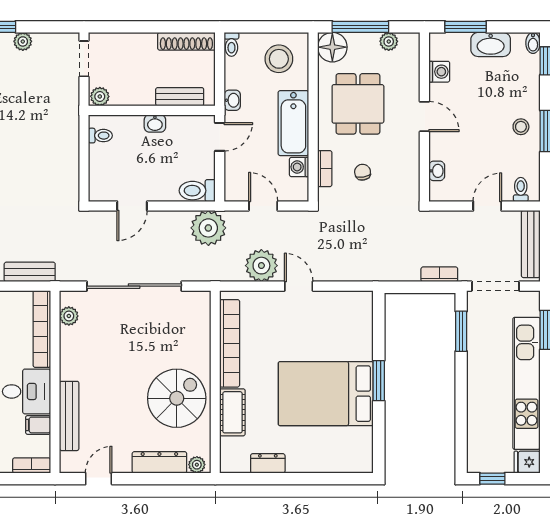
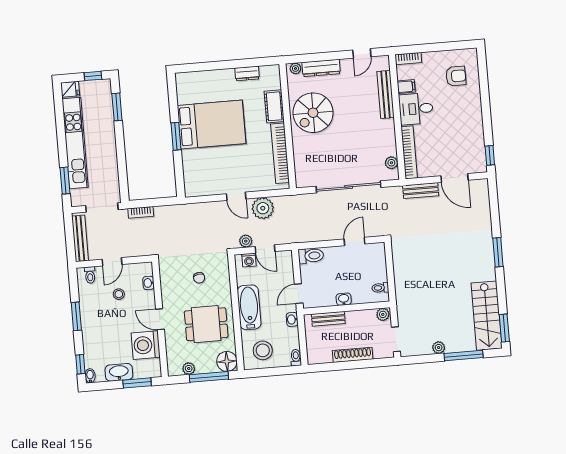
shoe rack: (186, 41) -> (353, 355), moved
washing machine: (439, 72) -> (146, 345), width x1.89, depth x1.89
dining table: (358, 104) -> (206, 324), turned 90
stool: (521, 127) -> (119, 294), moved
washing machine: (299, 167) -> (249, 260), moved, turned 90
bookcase: (325, 169) -> (225, 278), removed
plant: (208, 228) -> (246, 241), moved, width x0.53, depth x0.53
window: (461, 331) -> (117, 107), moved

